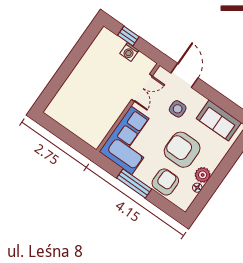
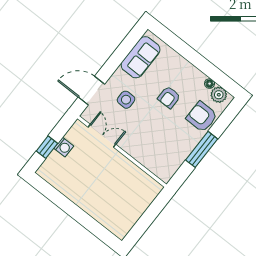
corner sofa: (131, 140) -> (156, 150), removed
armchair: (182, 150) -> (169, 97), width x0.53, depth x0.53
plant: (203, 175) -> (219, 95), moved

